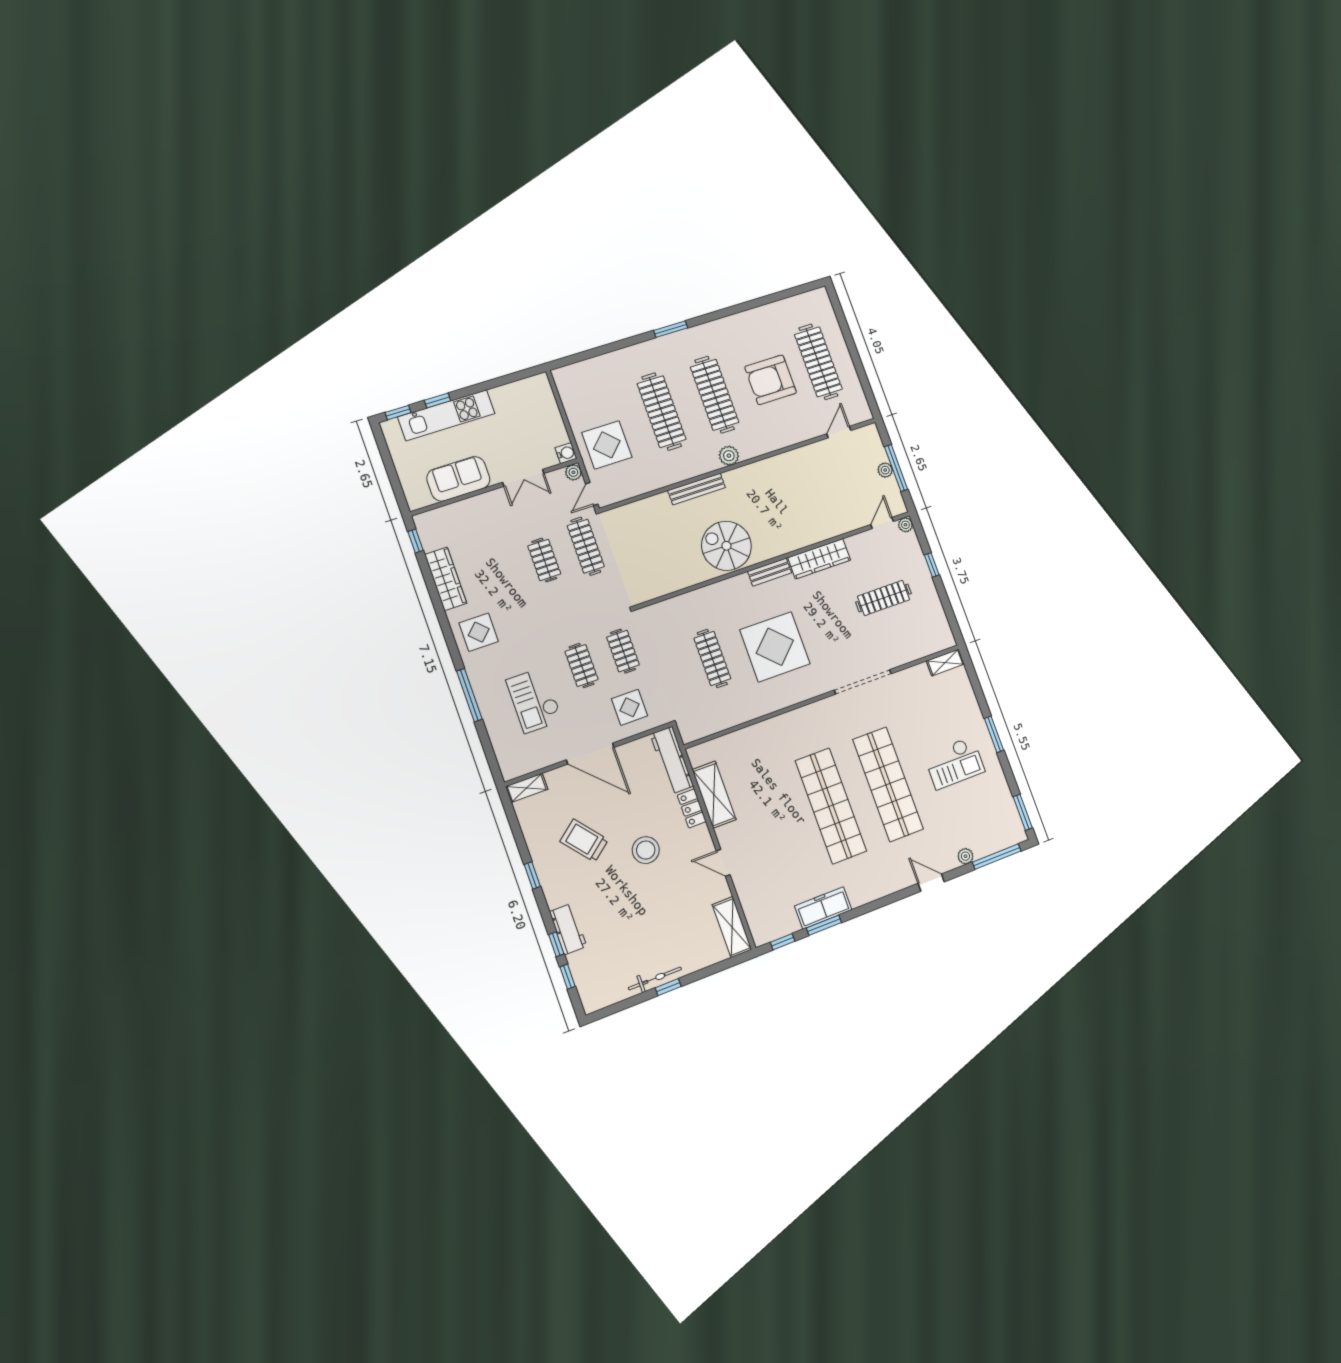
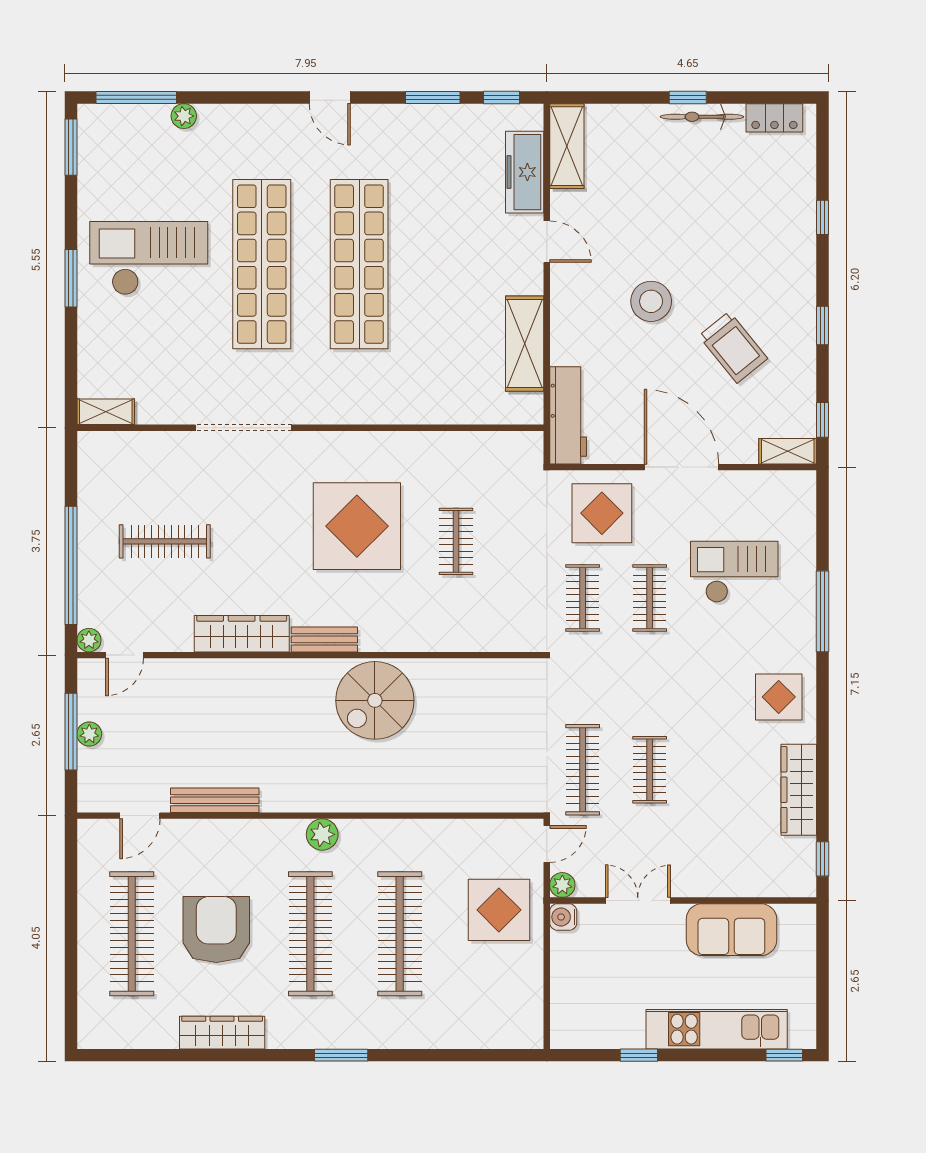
wardrobe: (745, 321) -> (222, 1033), added
armchair: (771, 380) -> (216, 930), turned -90
window: (437, 400) -> (639, 1055), moved
bench: (697, 489) -> (215, 800), moved
spiral stairs: (726, 546) -> (375, 700), turned 90
window: (932, 565) -> (71, 565), width x3.17
clothes rail: (712, 658) -> (456, 541), width x0.73
checkout: (534, 700) -> (734, 572), turned -90
display table: (630, 707) -> (602, 513), width x1.36, depth x1.36
checkout: (954, 763) -> (149, 258), width x1.36, depth x1.21
locker: (692, 808) -> (774, 118), moved, turned 90
door: (931, 883) -> (330, 97), moved
freezer: (823, 908) -> (525, 172), moved, turned 90
workbench: (568, 929) -> (799, 232), removed
window: (568, 977) -> (823, 420), moved

